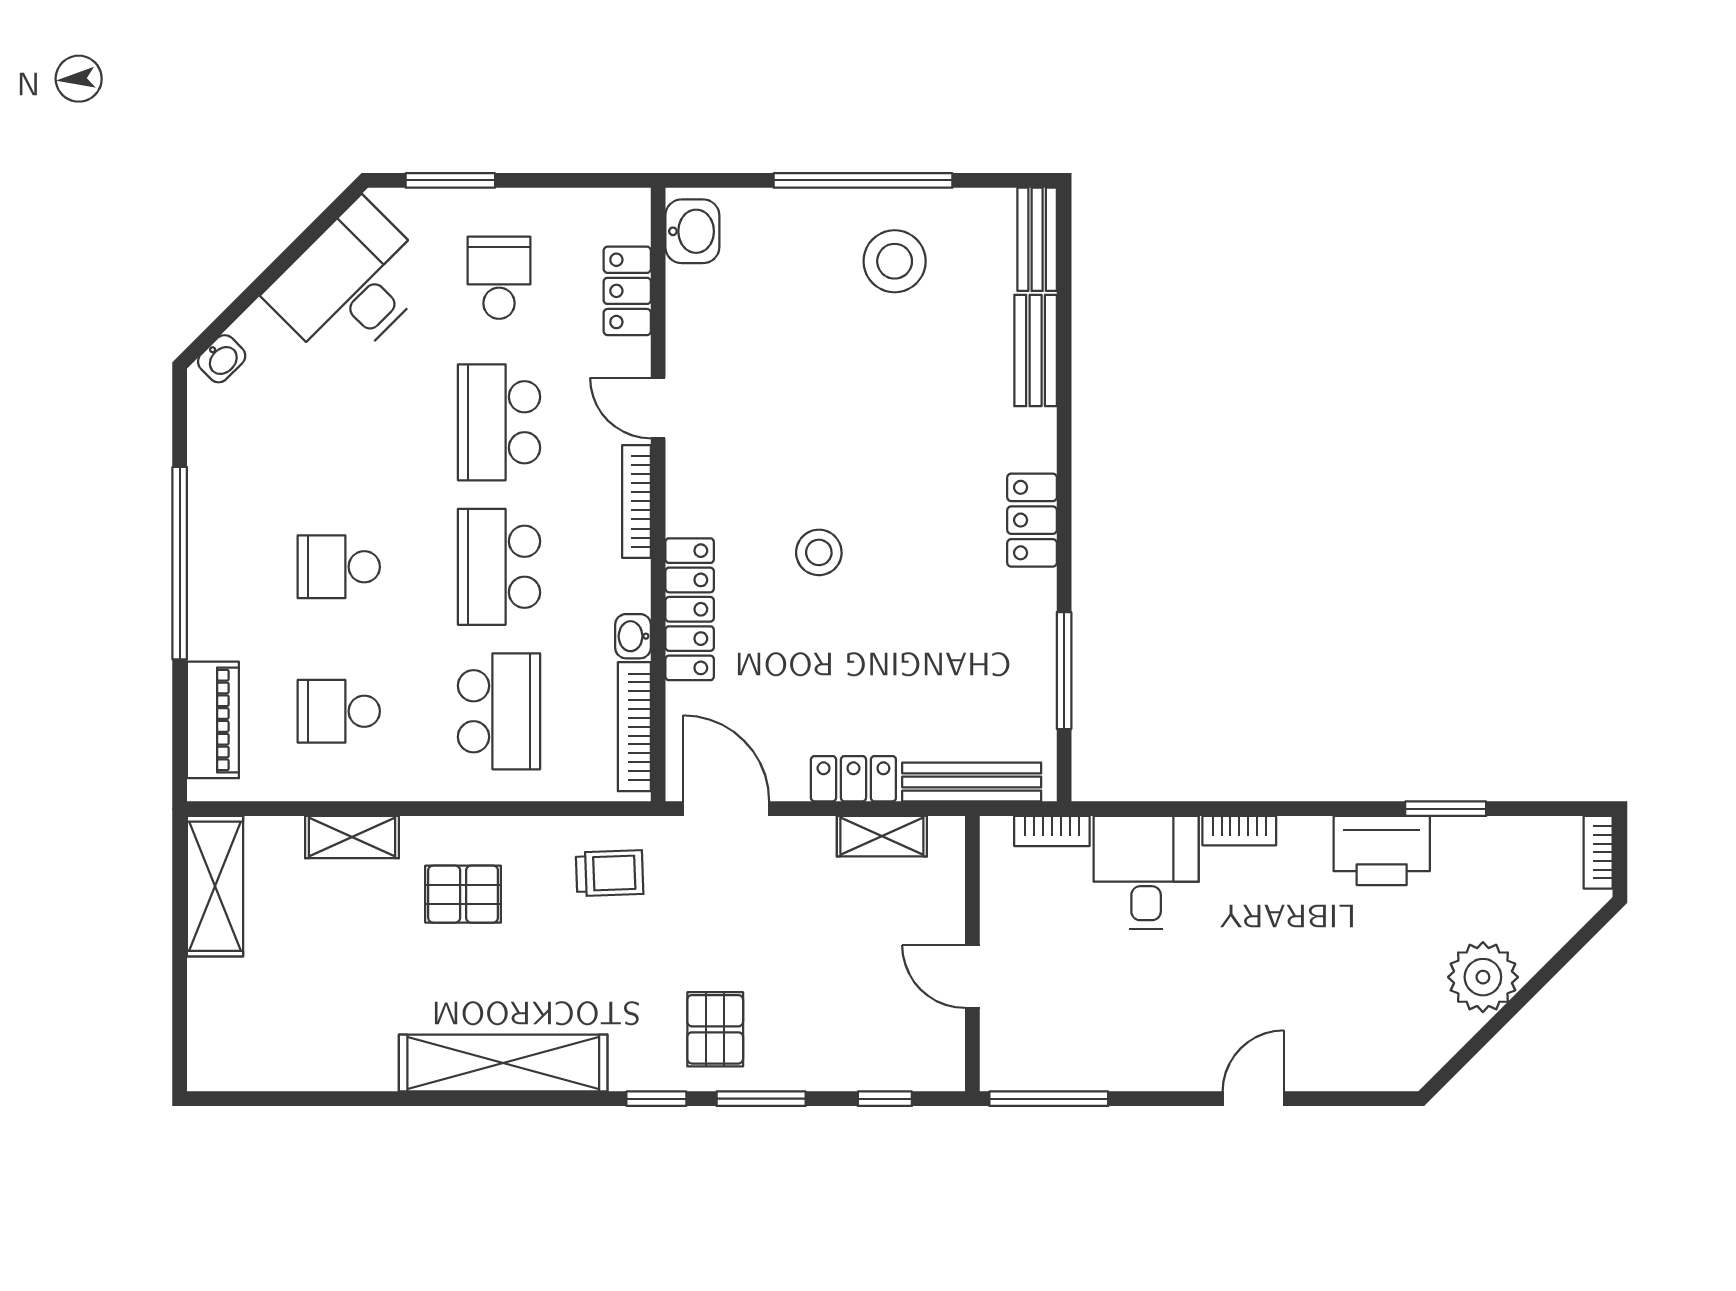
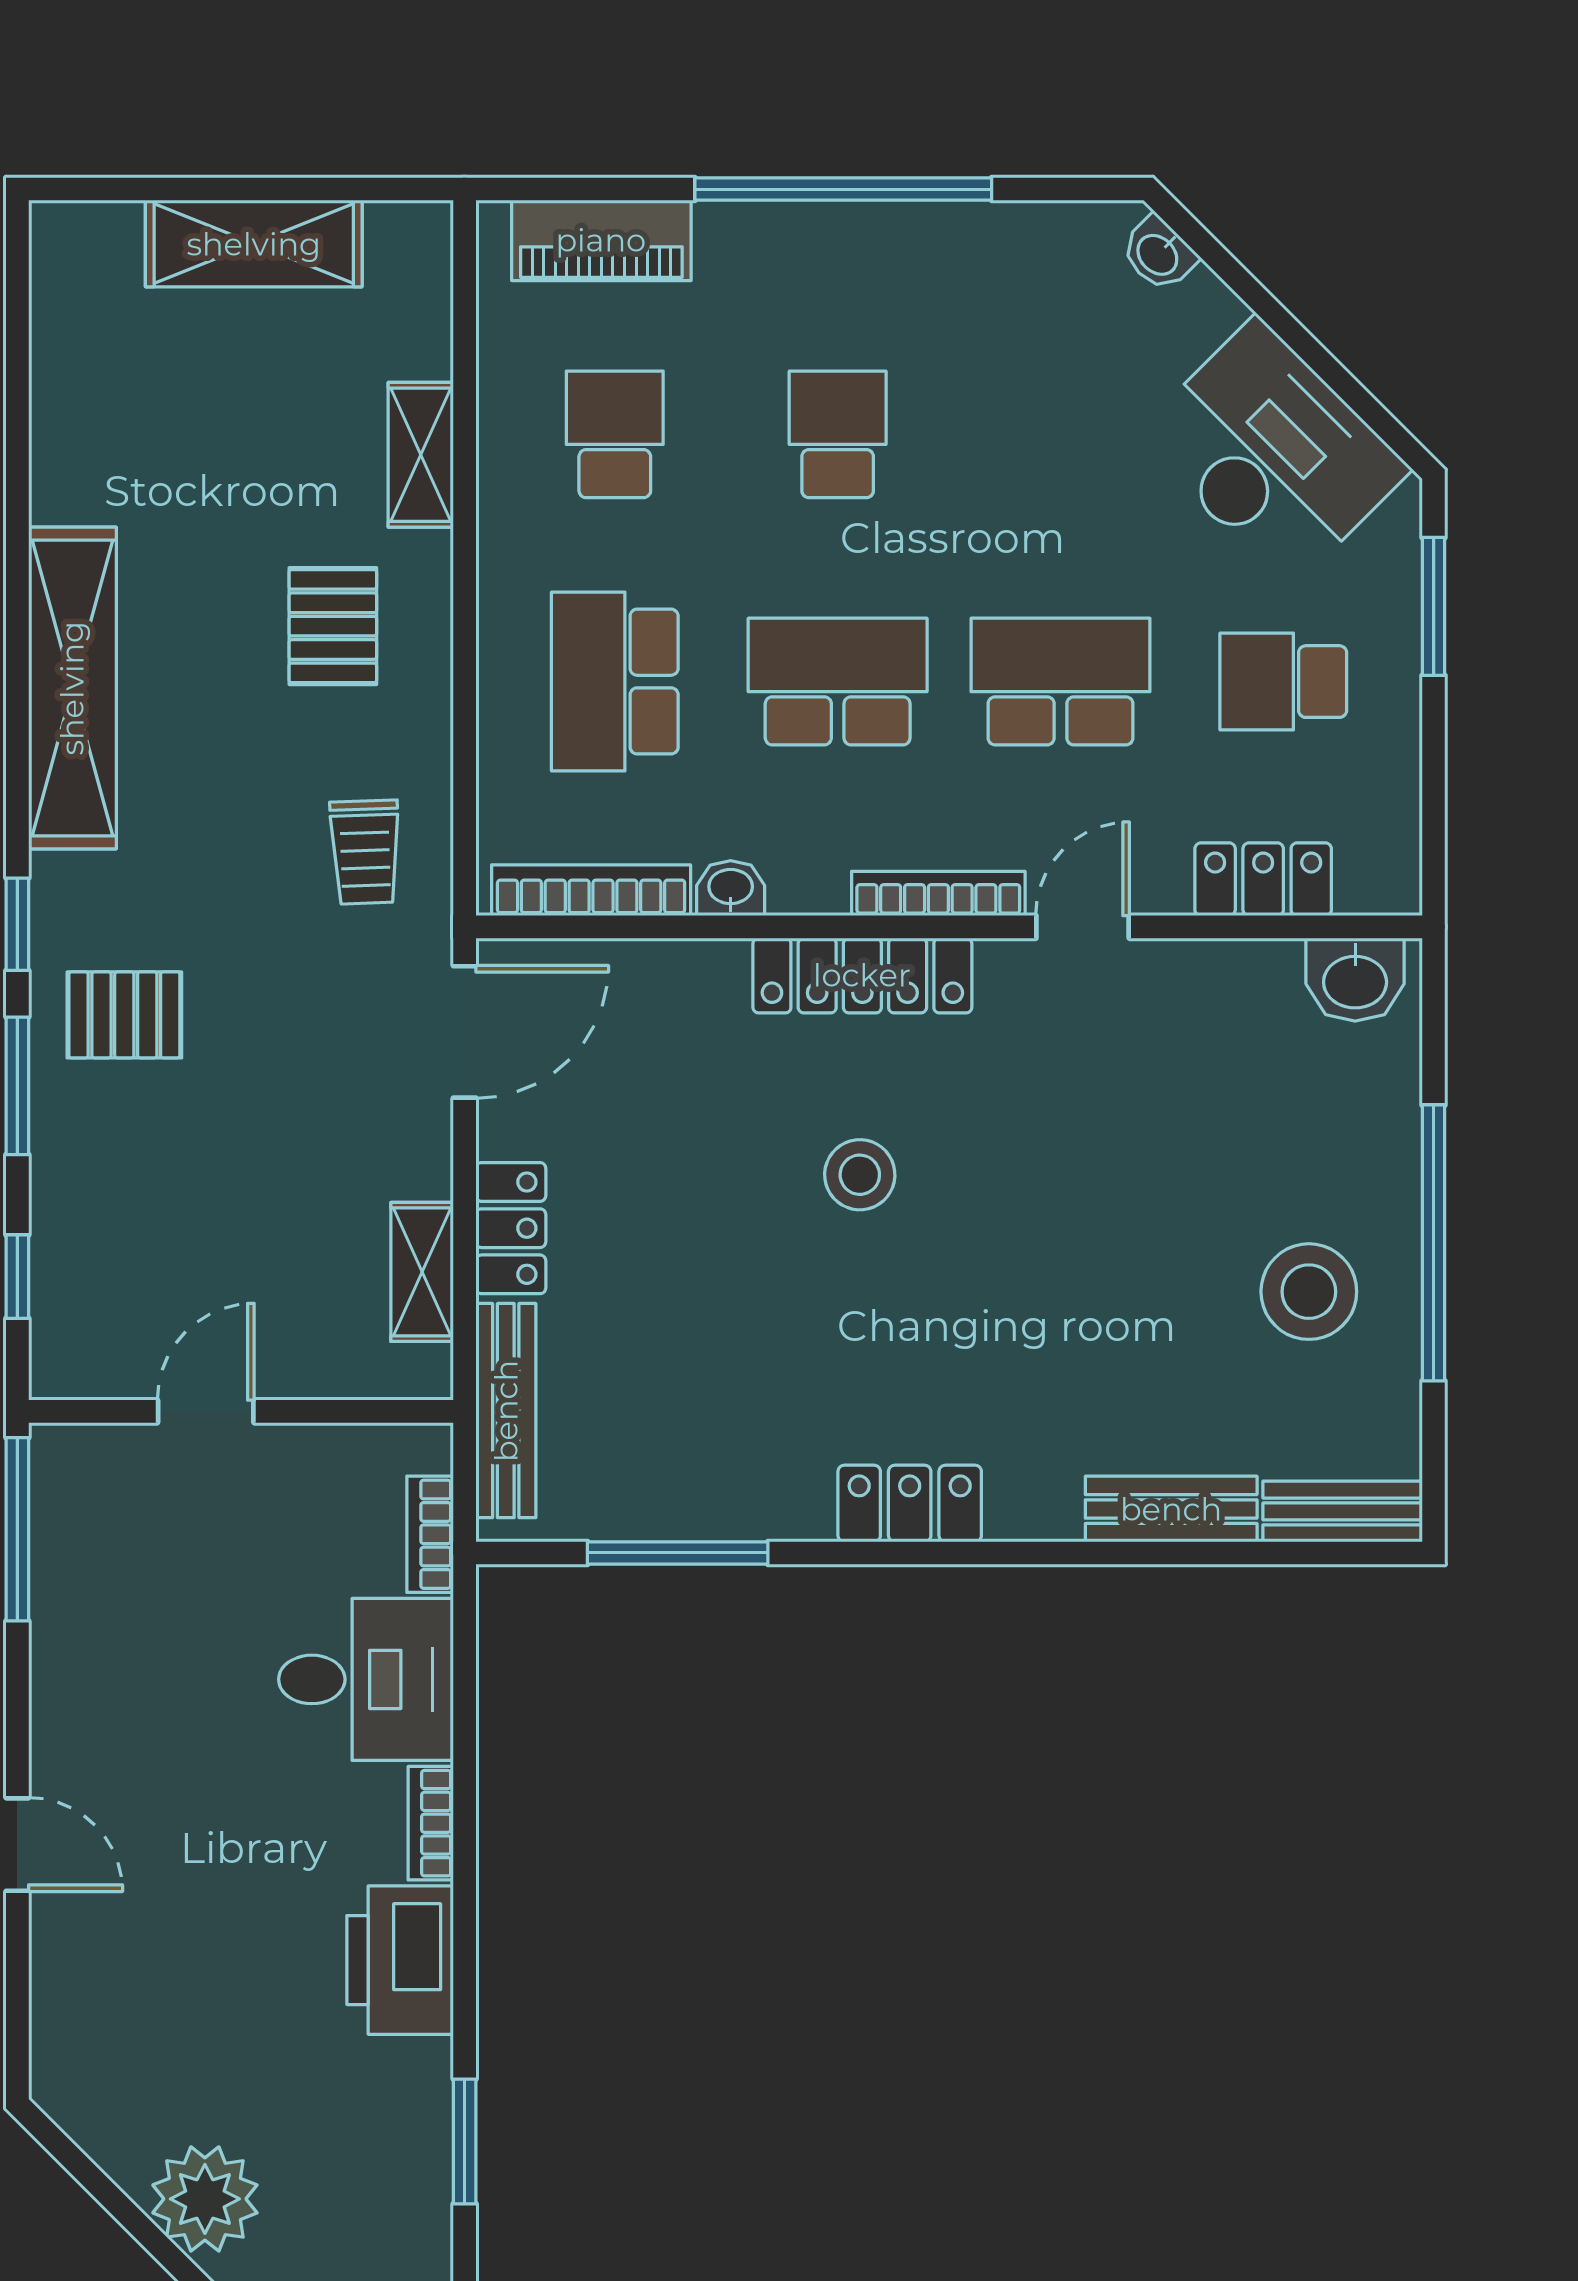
school desk: (499, 278) -> (1283, 682), turned 180
locker: (690, 609) -> (862, 975), moved
school desk: (499, 711) -> (615, 682), turned 90
printer: (1382, 850) -> (400, 1960), moved
shelving: (215, 886) -> (254, 244), moved

